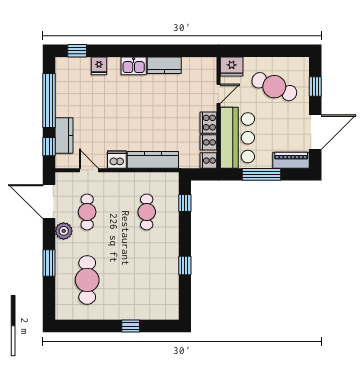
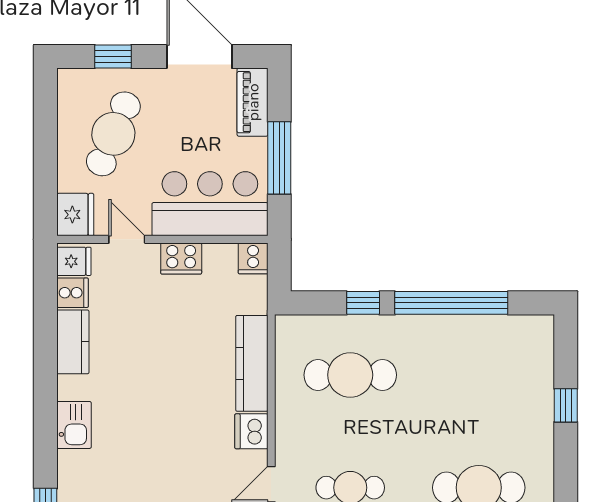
fridge: (99, 66) -> (74, 261), moved
kitchen sink: (134, 66) -> (74, 425), moved
cooker: (208, 142) -> (73, 293), moved, turned -90
window: (185, 203) -> (363, 303), moved
cafe table: (147, 212) -> (350, 375), width x1.37, depth x1.35
window: (185, 265) -> (451, 303), width x3.17

